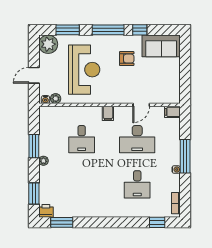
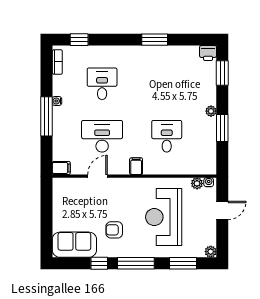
plant: (48, 44) -> (211, 252), width x0.53, depth x0.53
window: (62, 222) -> (155, 40), moved

